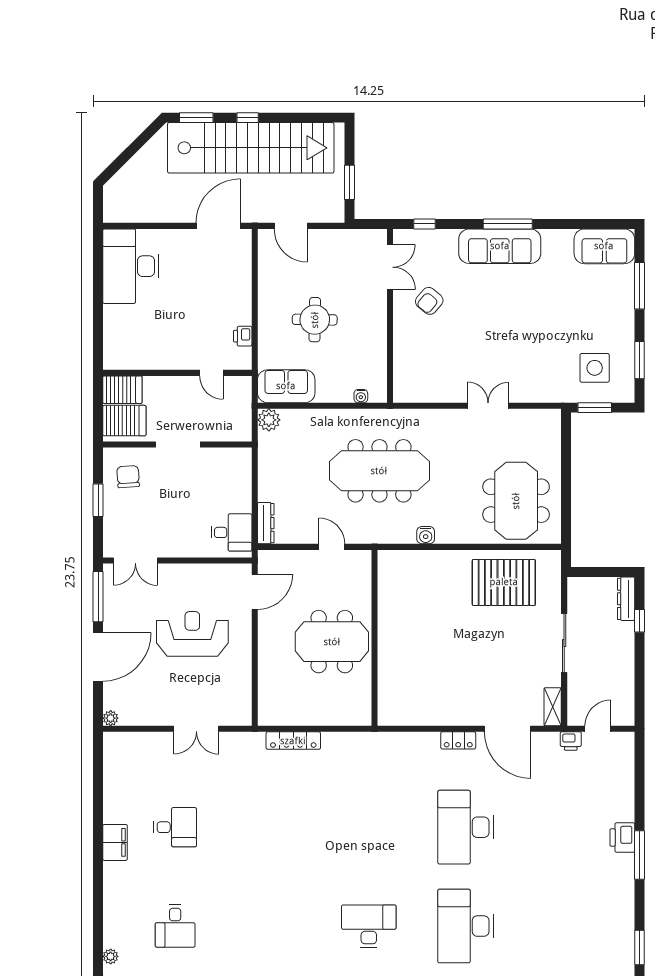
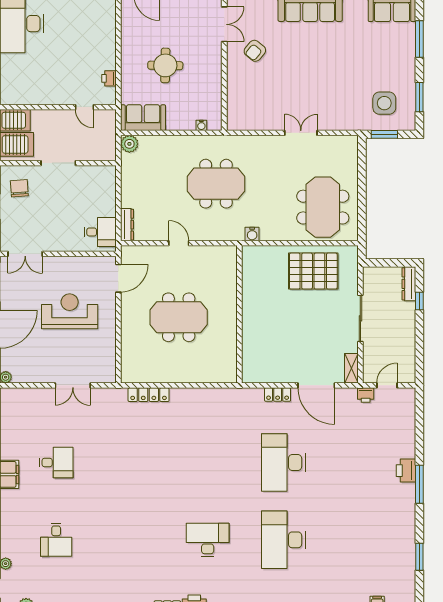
meeting table: (379, 471) -> (216, 184), width x0.73
wall: (375, 638) -> (239, 314), moved

